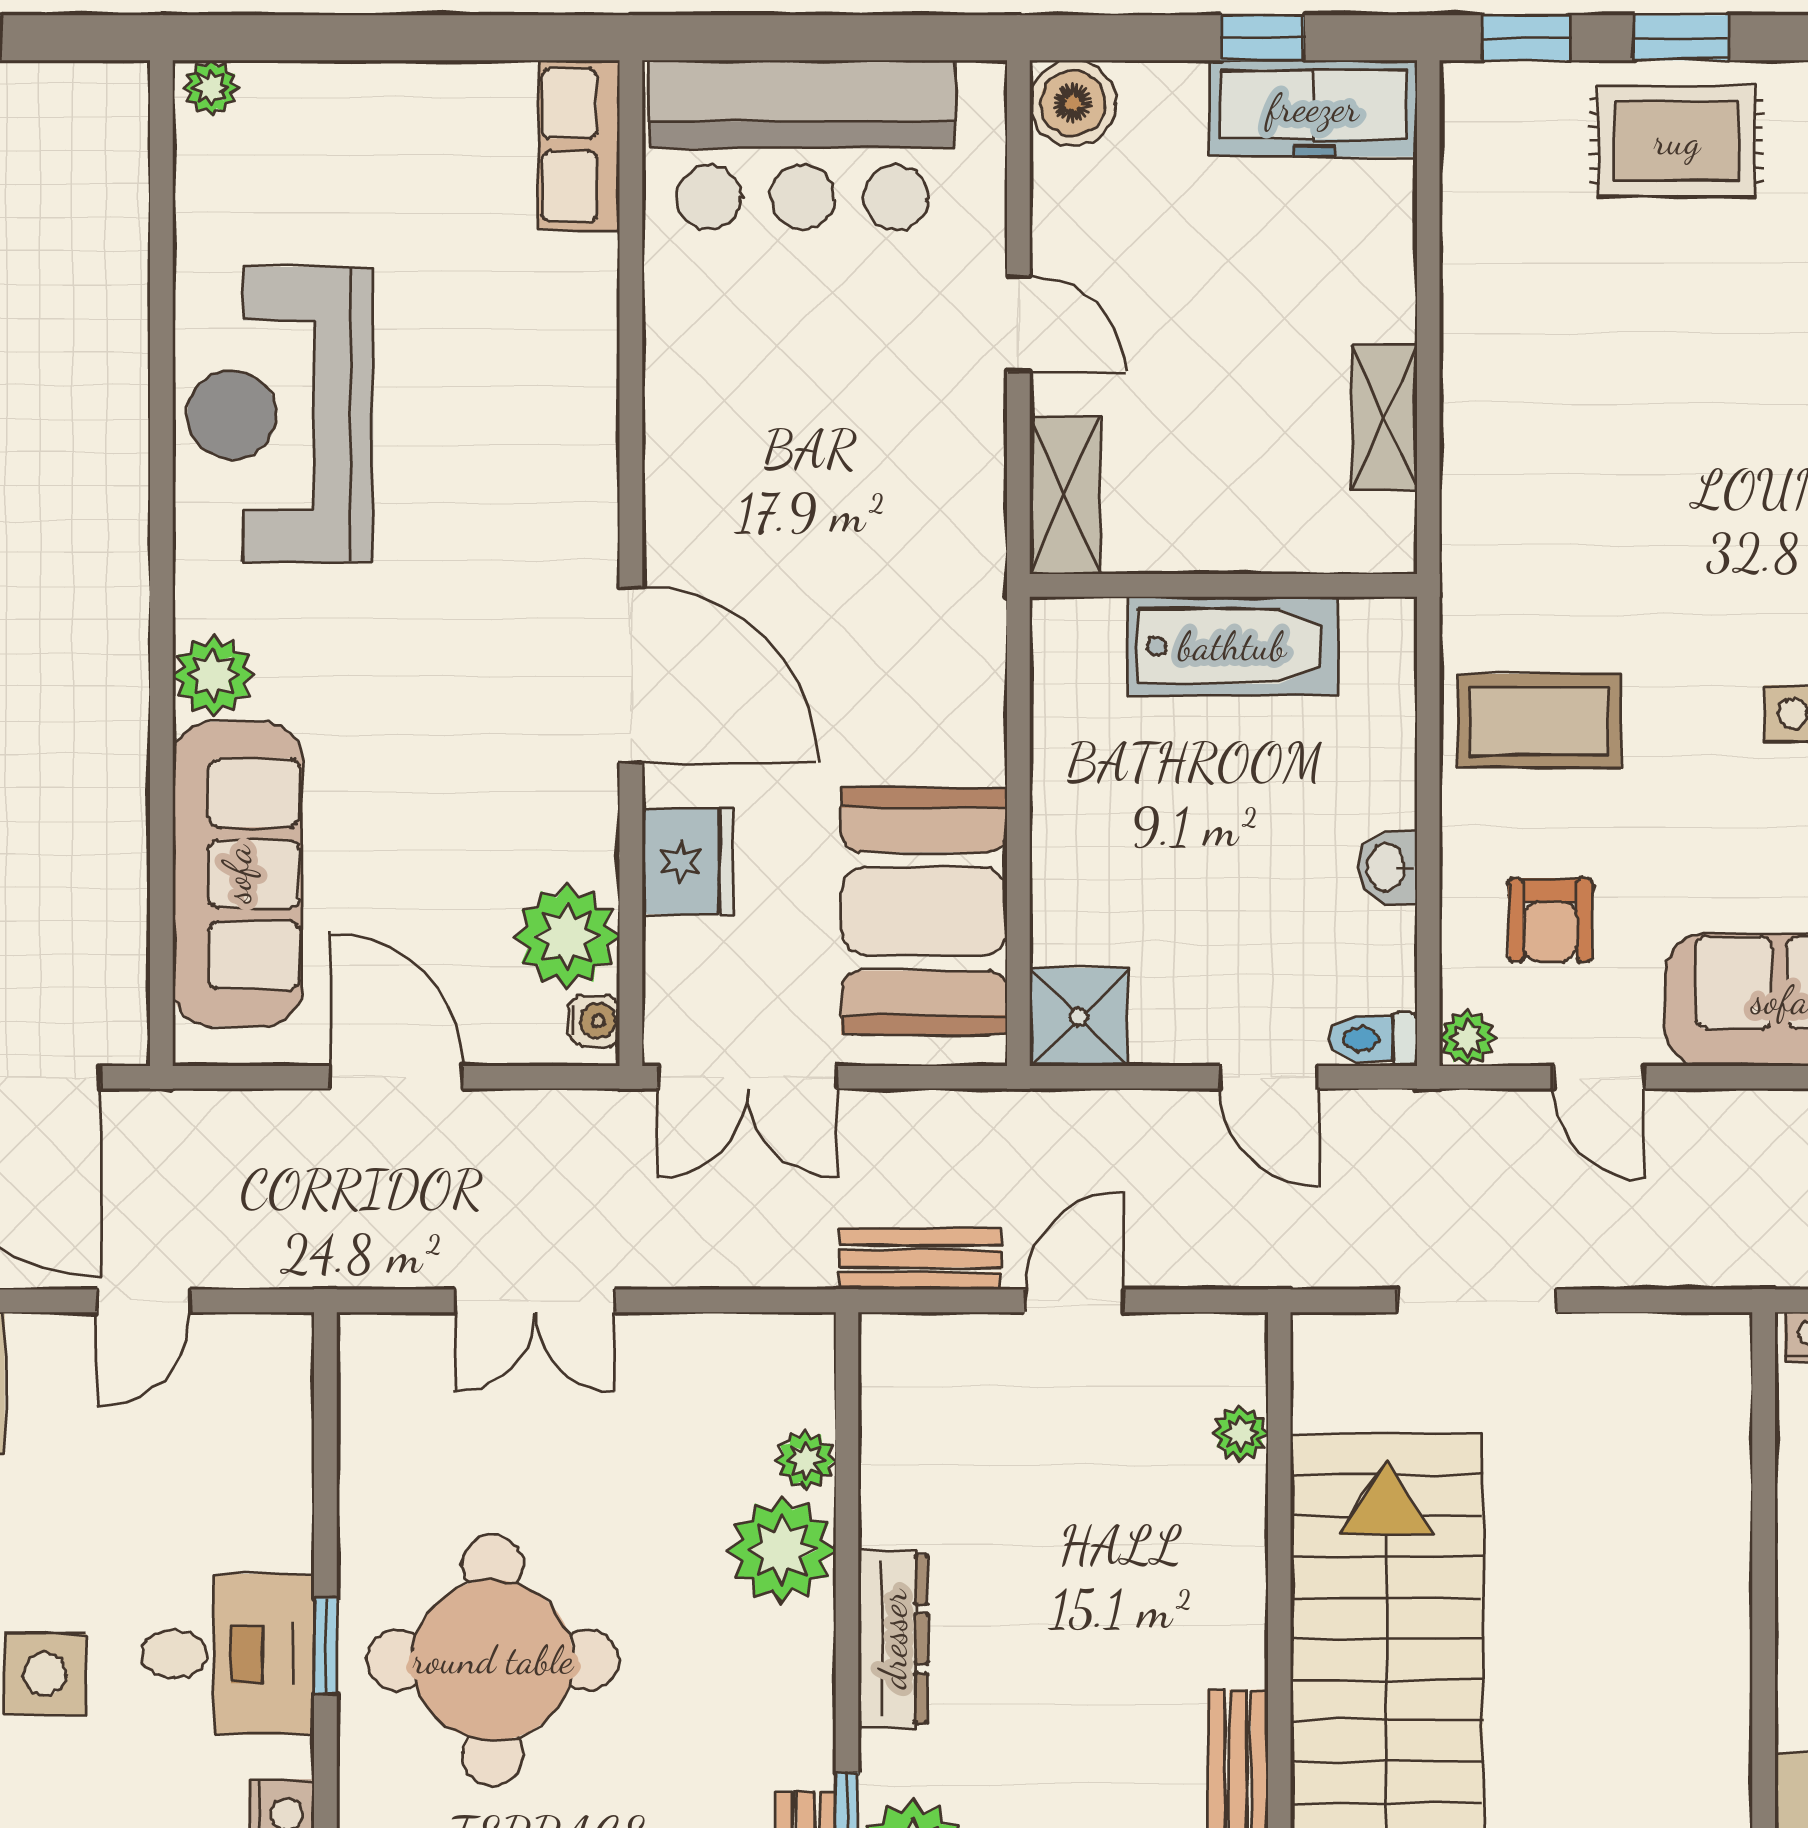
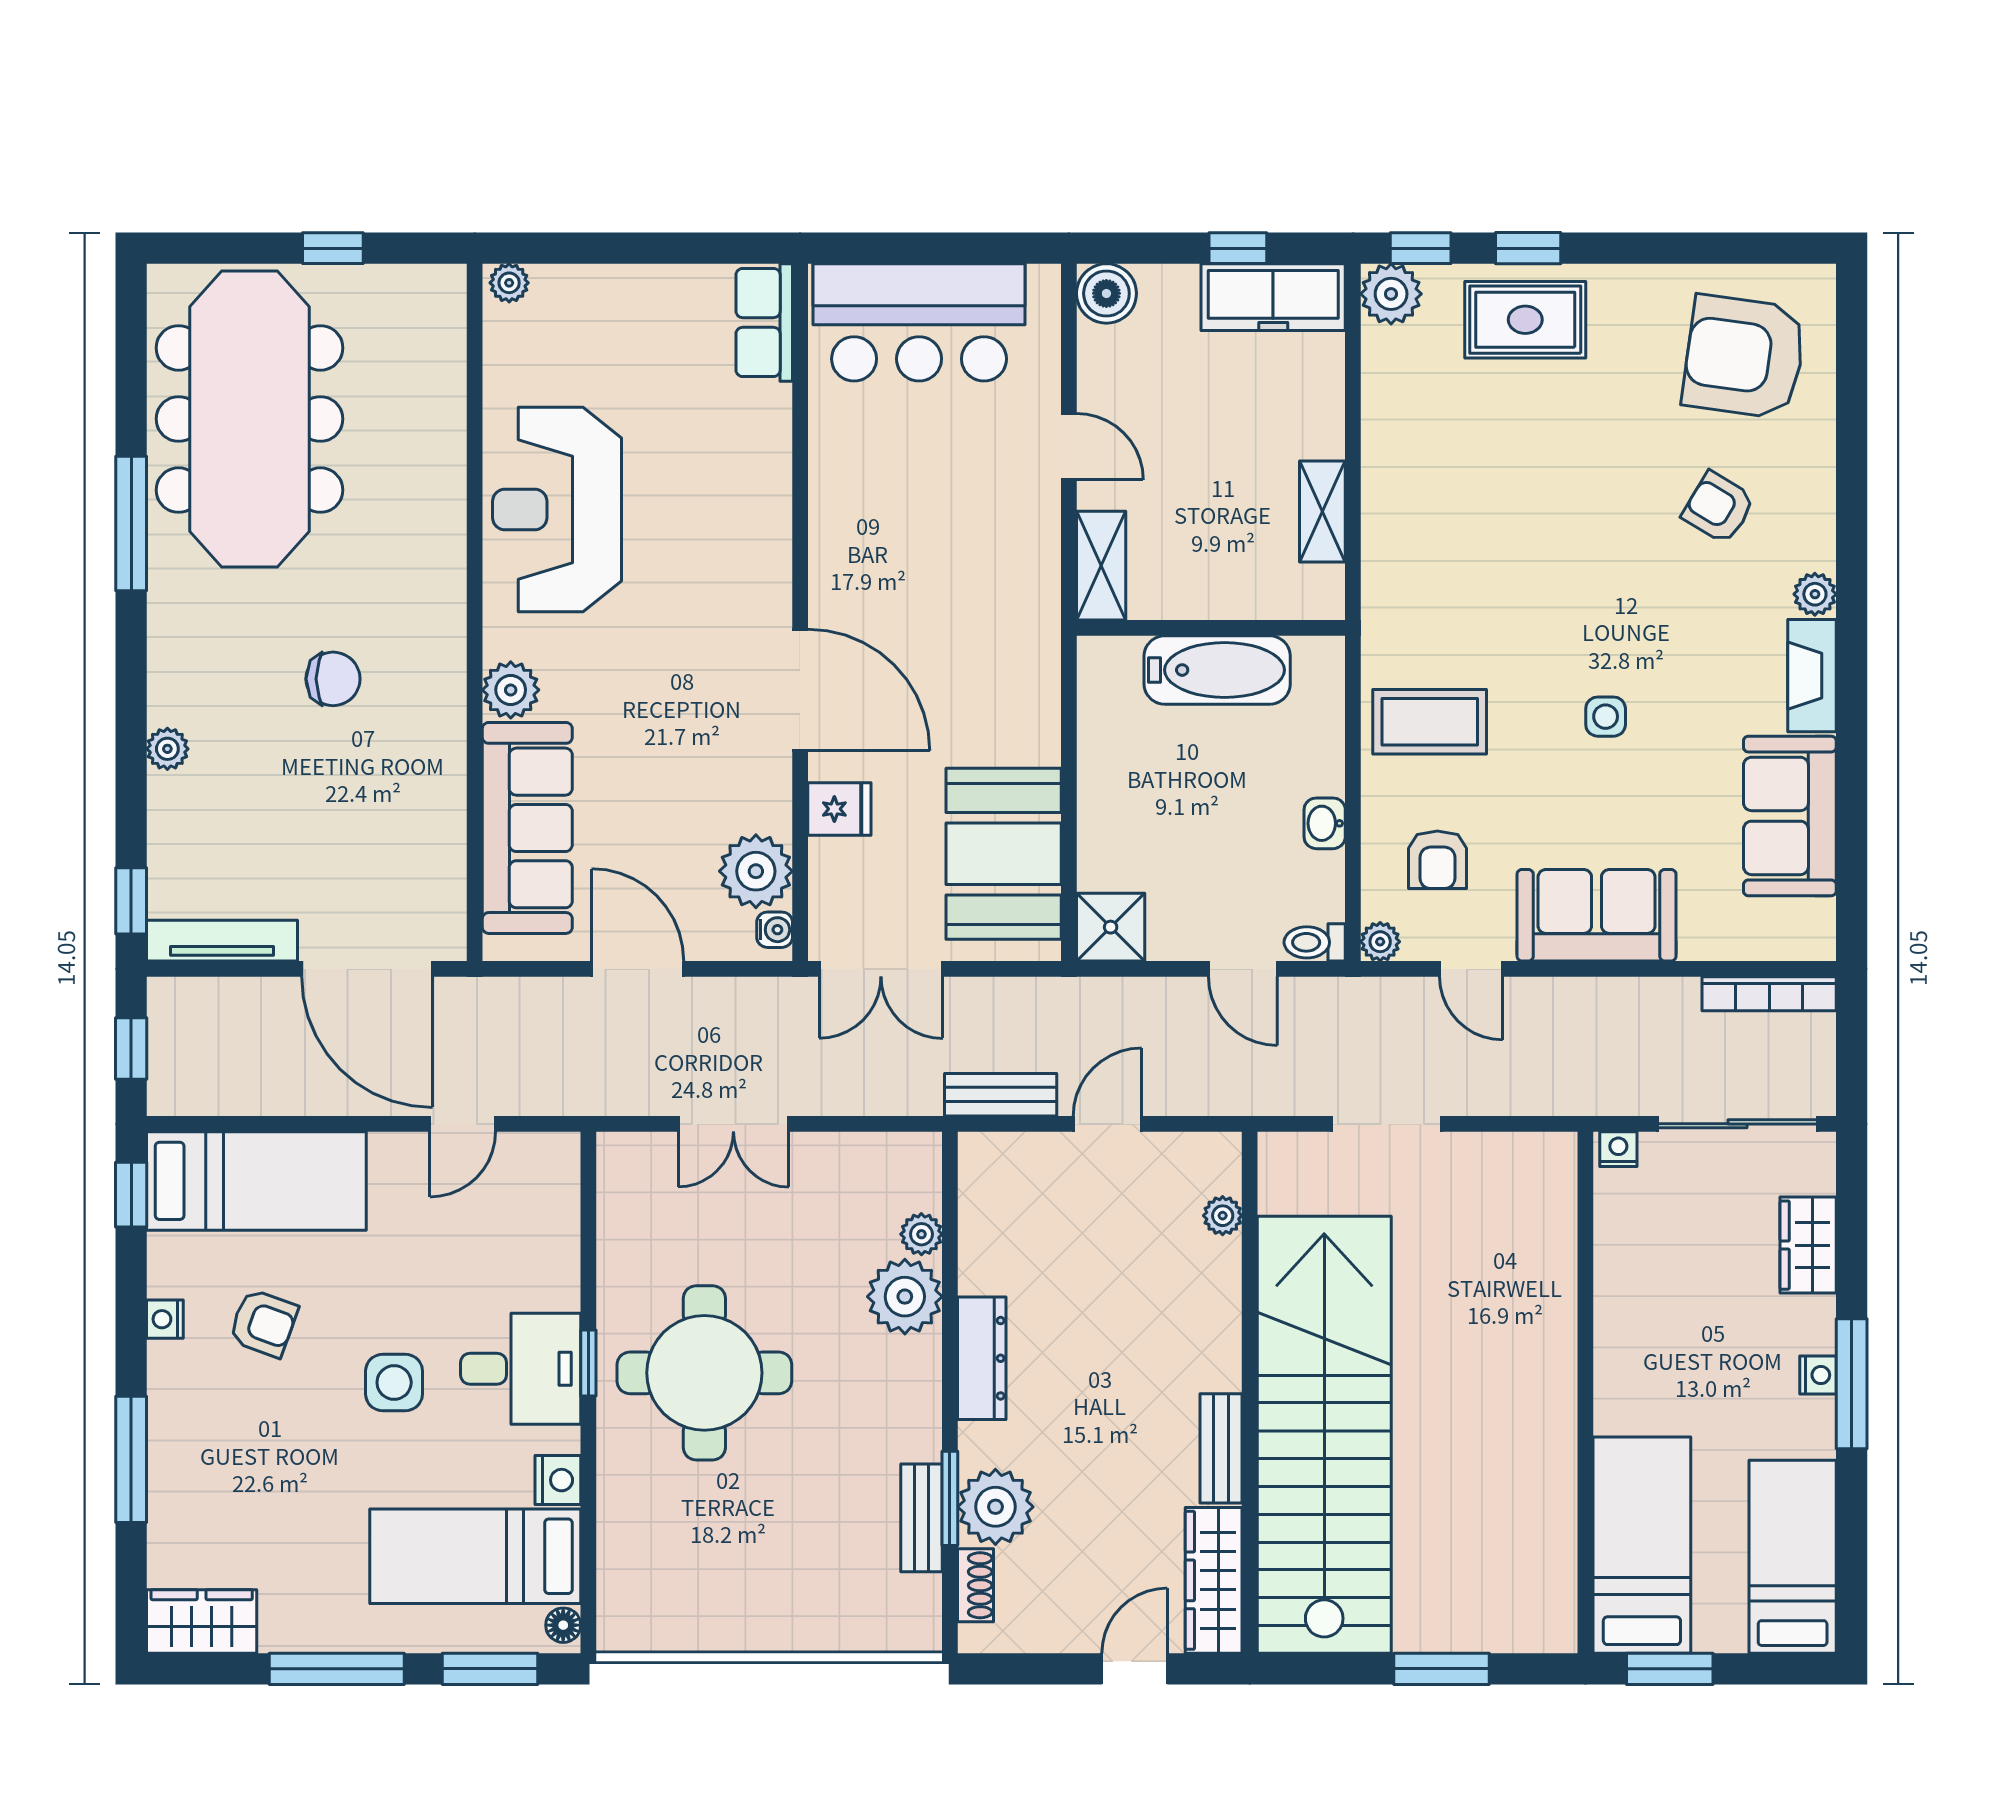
plant: (1483, 104) -> (1391, 294), added
fridge: (687, 861) -> (839, 809), width x0.72

